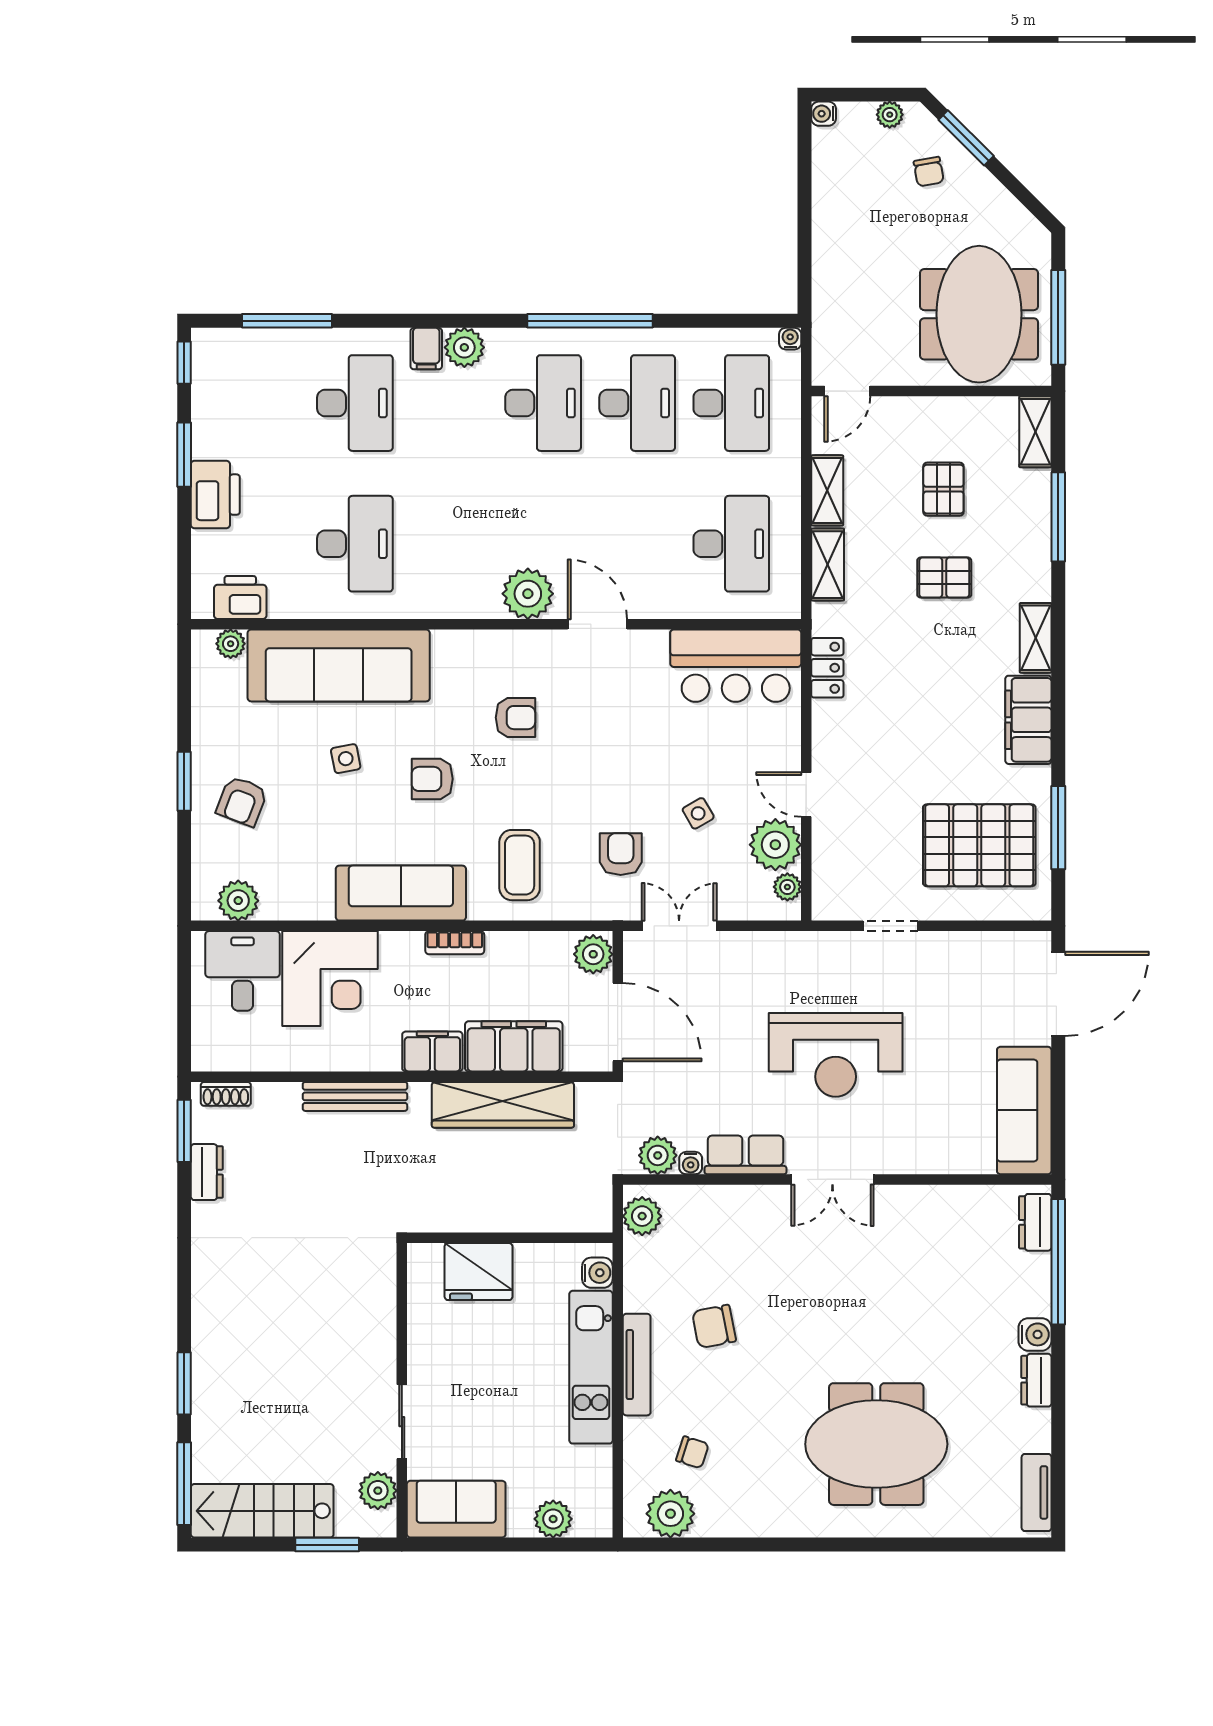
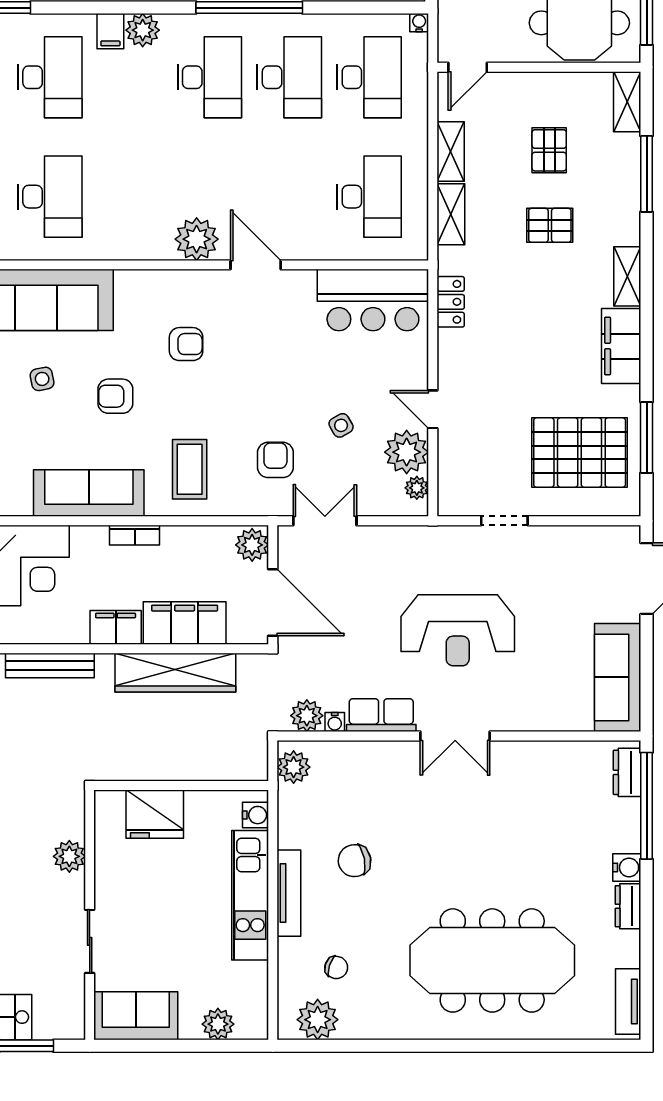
meeting table: (876, 1444) -> (492, 960), width x1.36
plant: (378, 1491) -> (69, 856), moved

